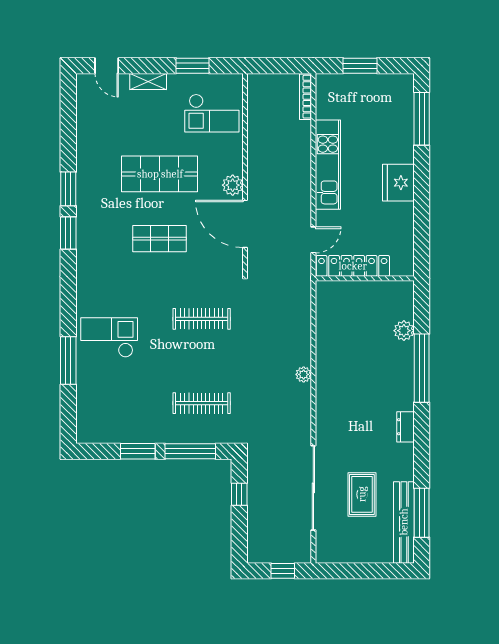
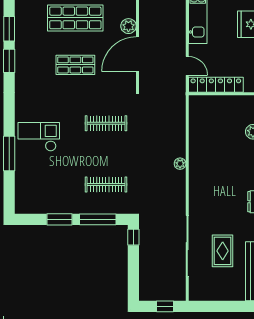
door: (245, 224) -> (137, 54), hinge flipped
door: (313, 240) -> (187, 66), hinge flipped
window: (239, 494) -> (133, 237), moved

